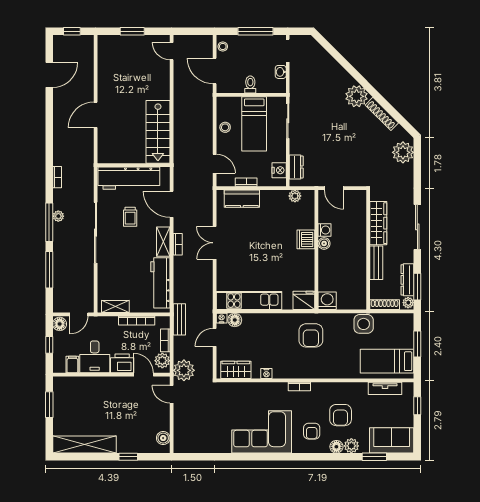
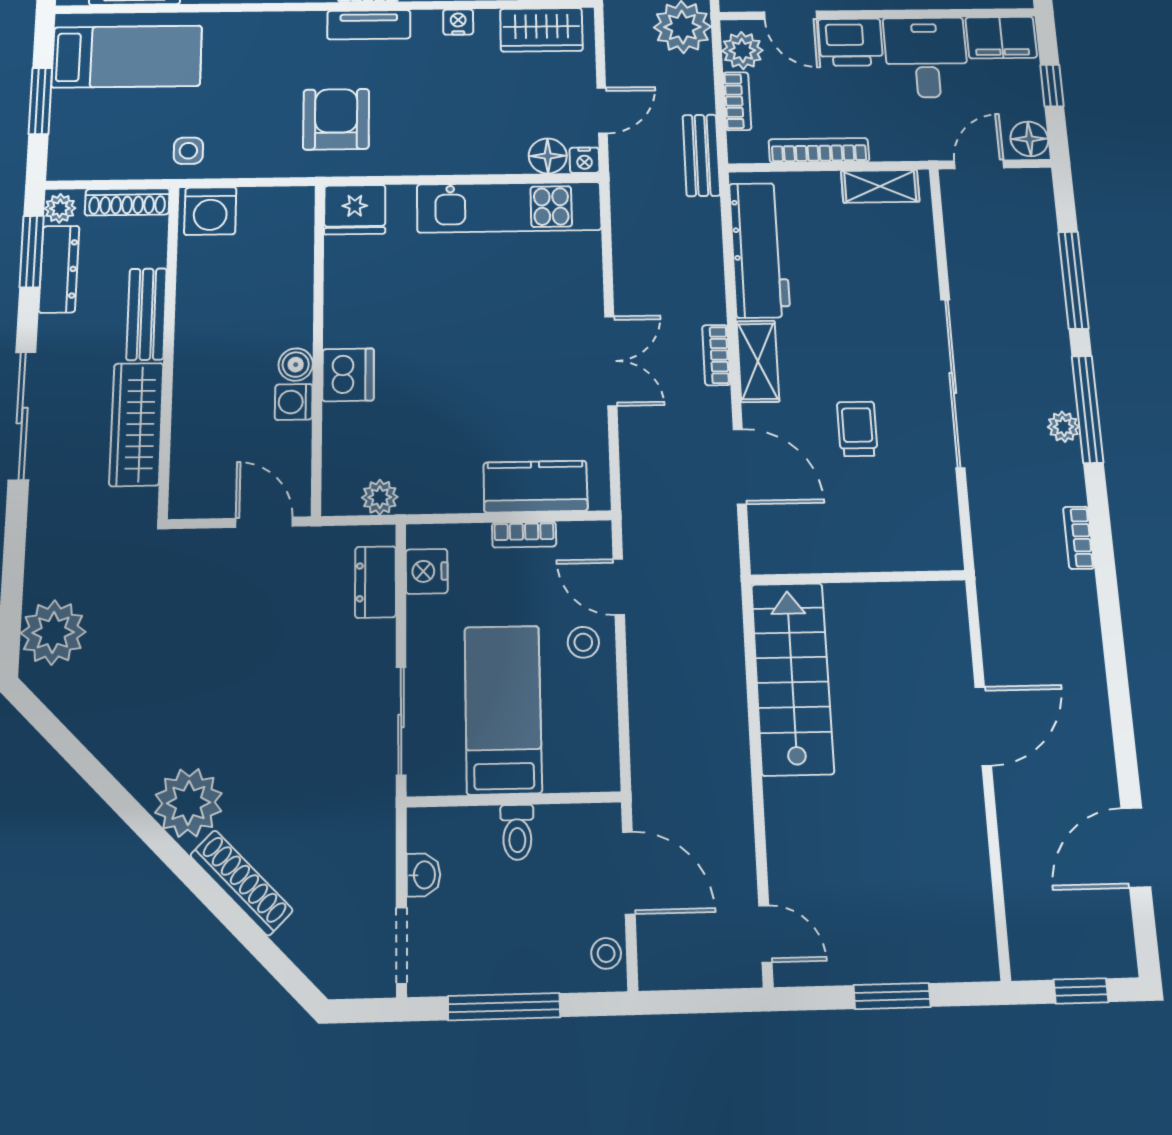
shoe rack: (382, 114) -> (241, 883), moved
stool: (225, 127) -> (583, 642), moved
workbench: (129, 178) -> (869, 539), removed
washing machine: (327, 301) -> (210, 211), moved
side table: (364, 324) -> (188, 151), width x0.54, depth x0.54
filing cabinet: (72, 364) -> (1001, 38), width x2.00
tv unit: (299, 373) -> (369, 25), added

